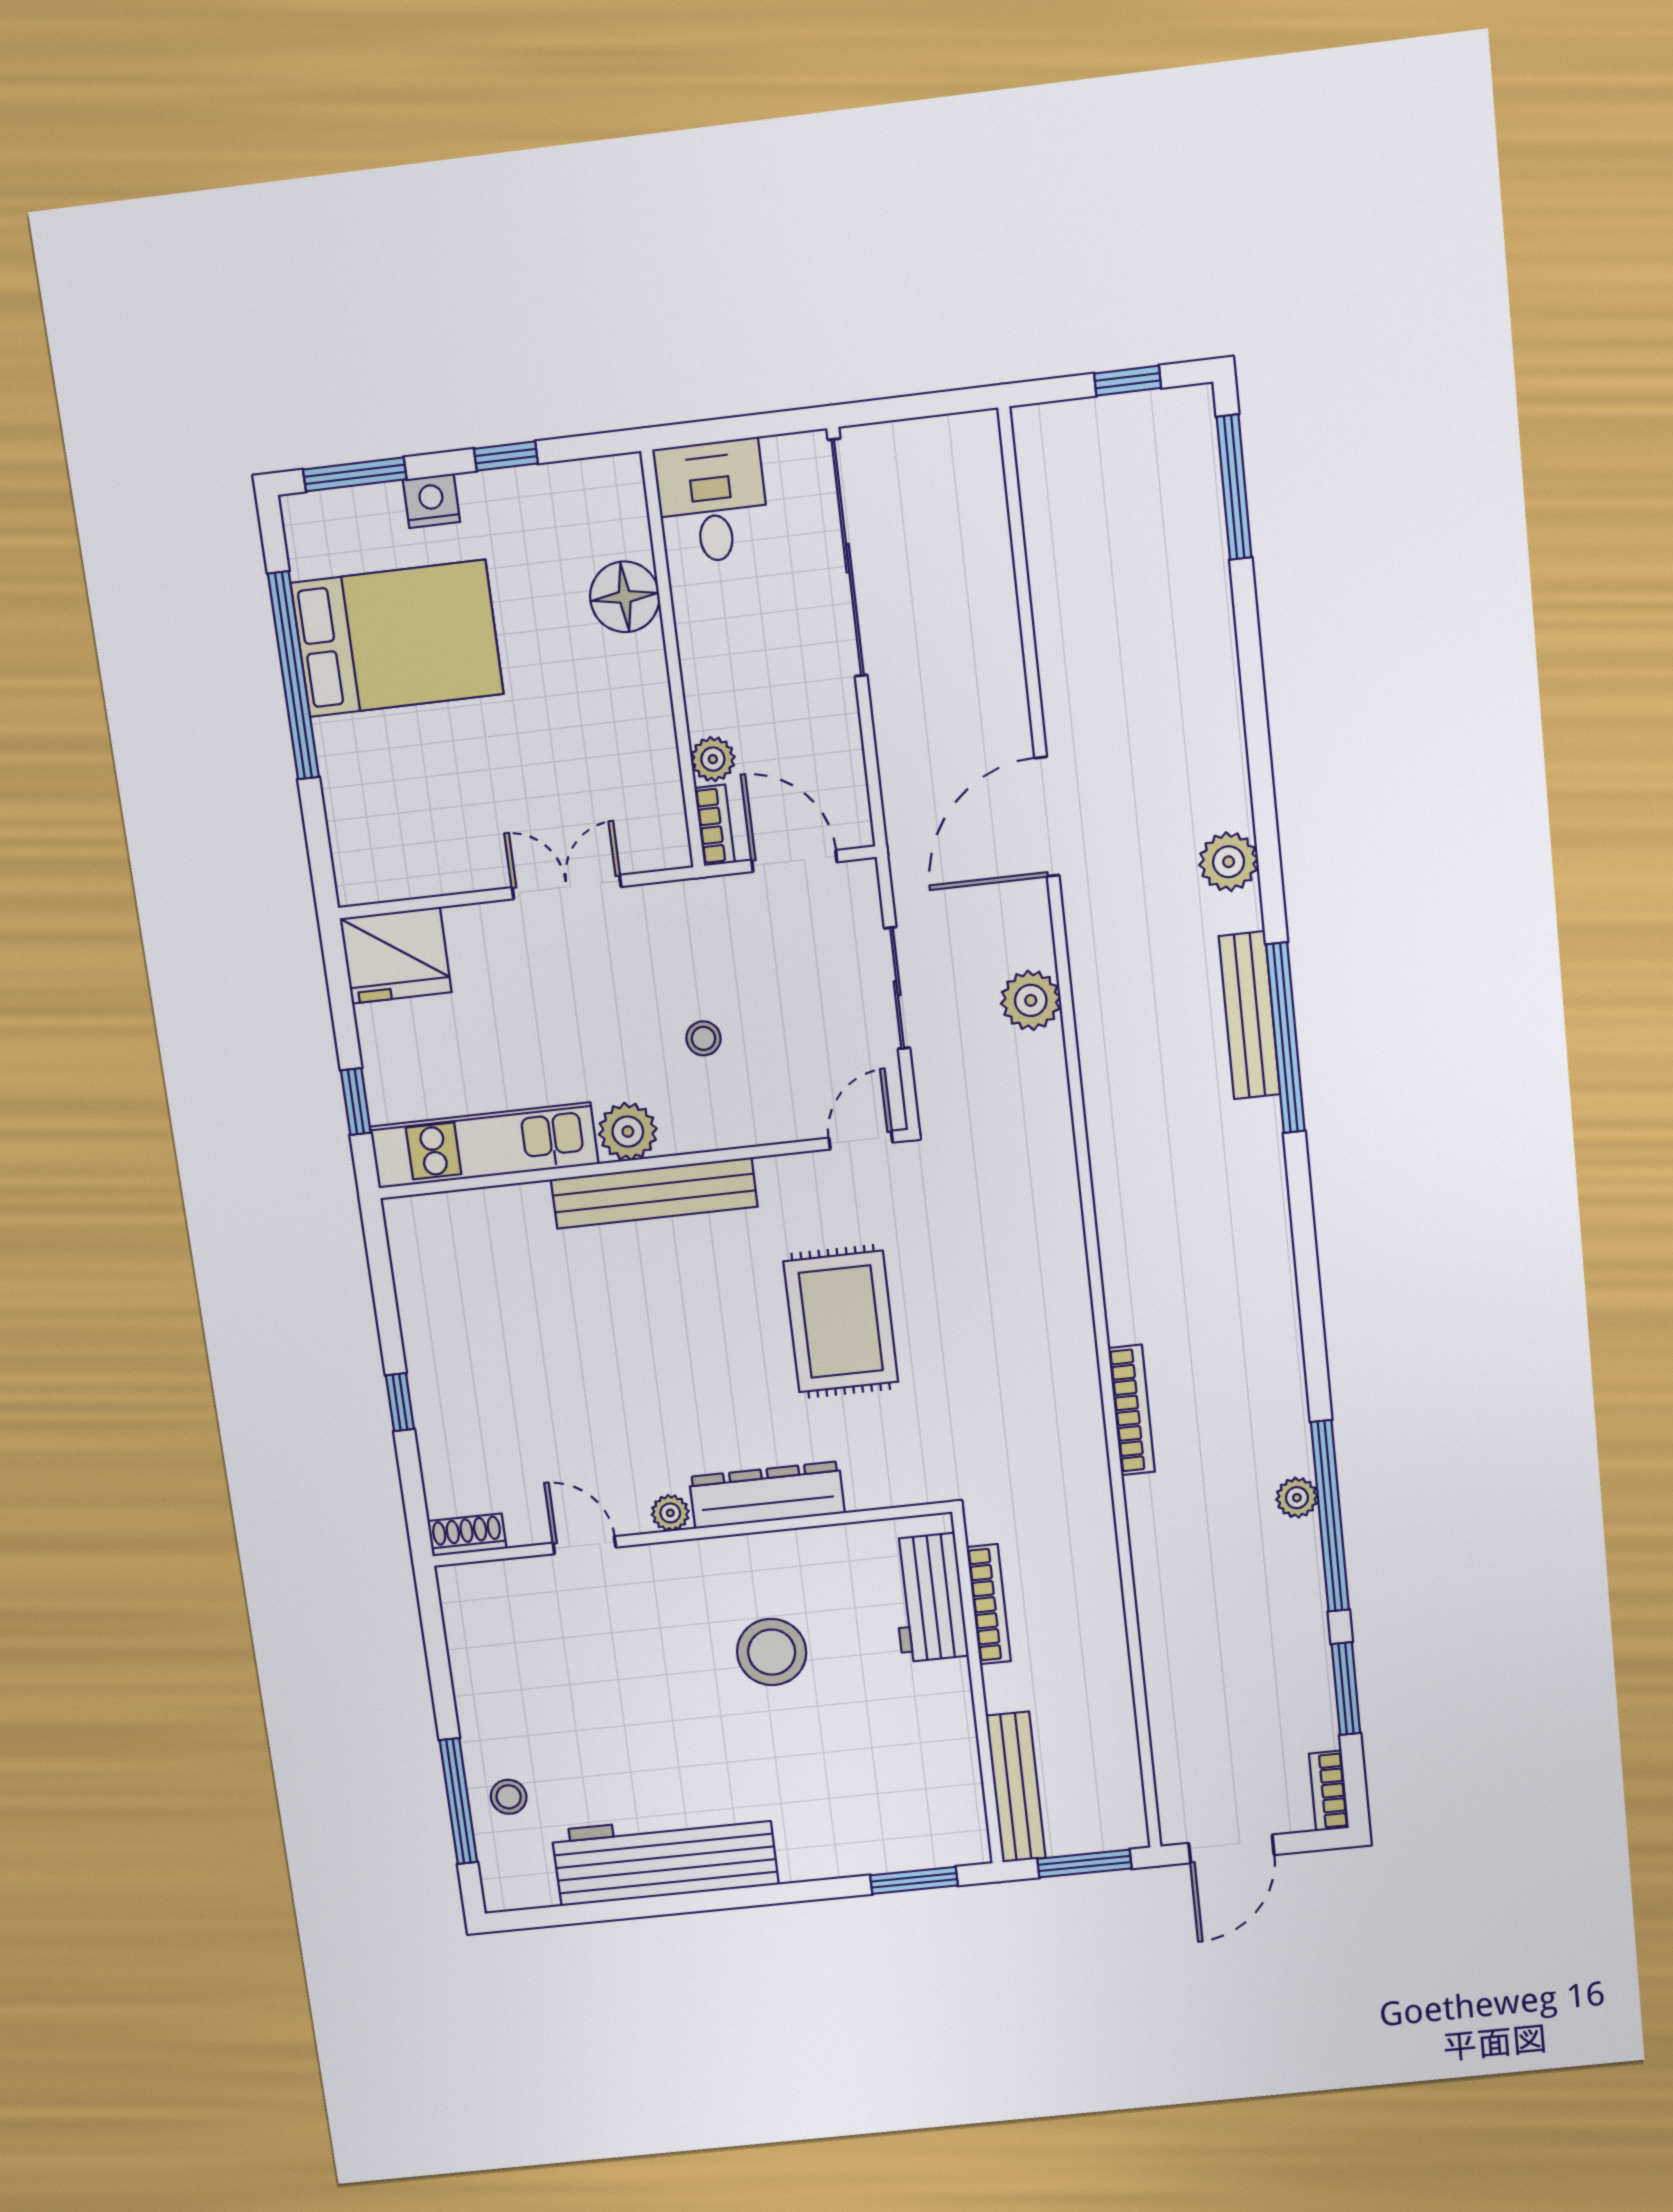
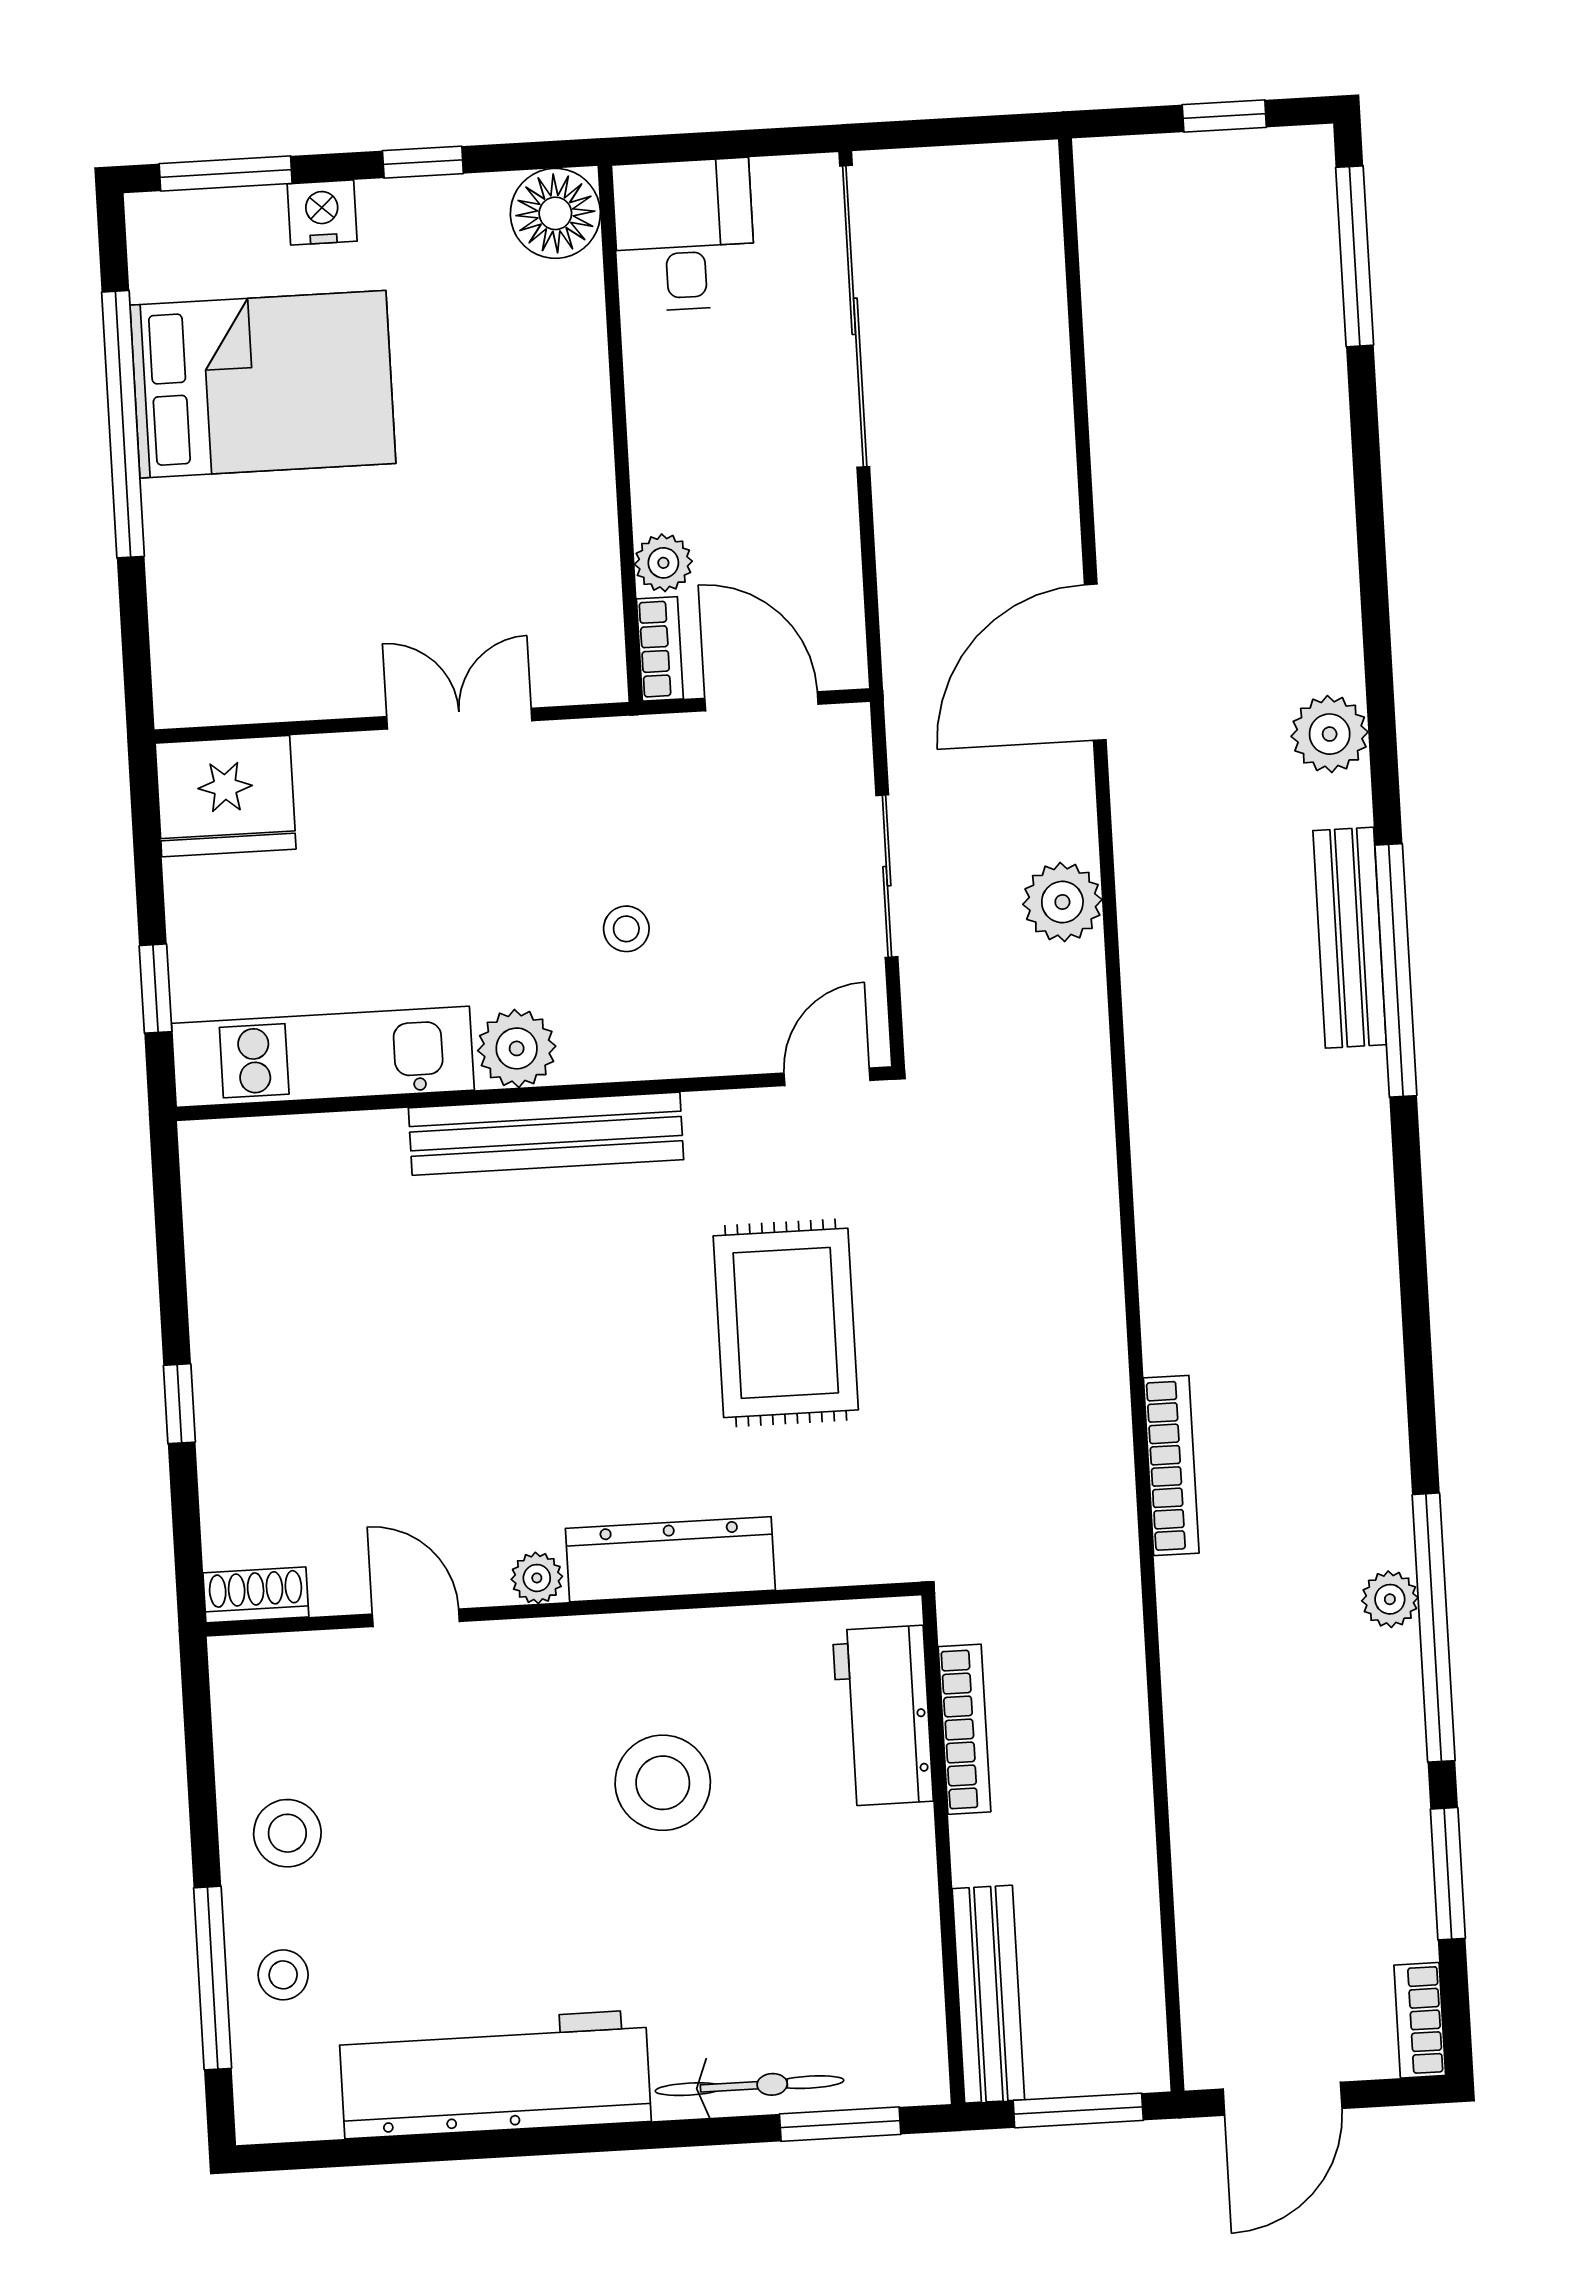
floor lamp: (625, 597) -> (555, 213), moved
stool: (504, 1700) -> (287, 1833), added
bicycle: (848, 1857) -> (750, 2086), added

